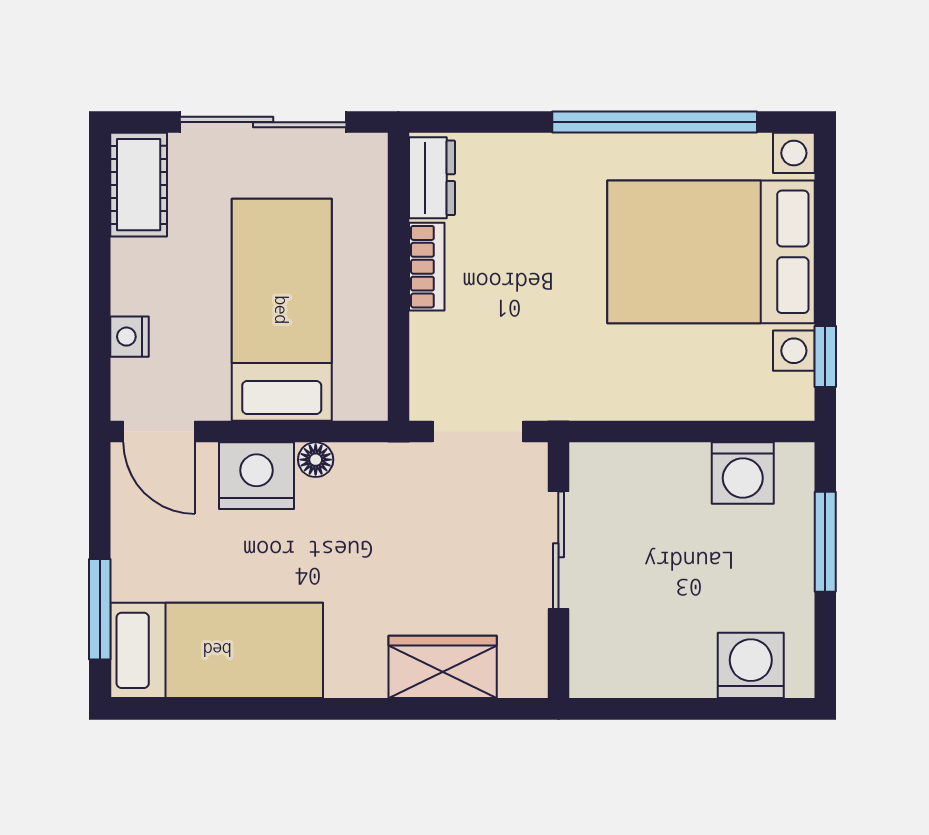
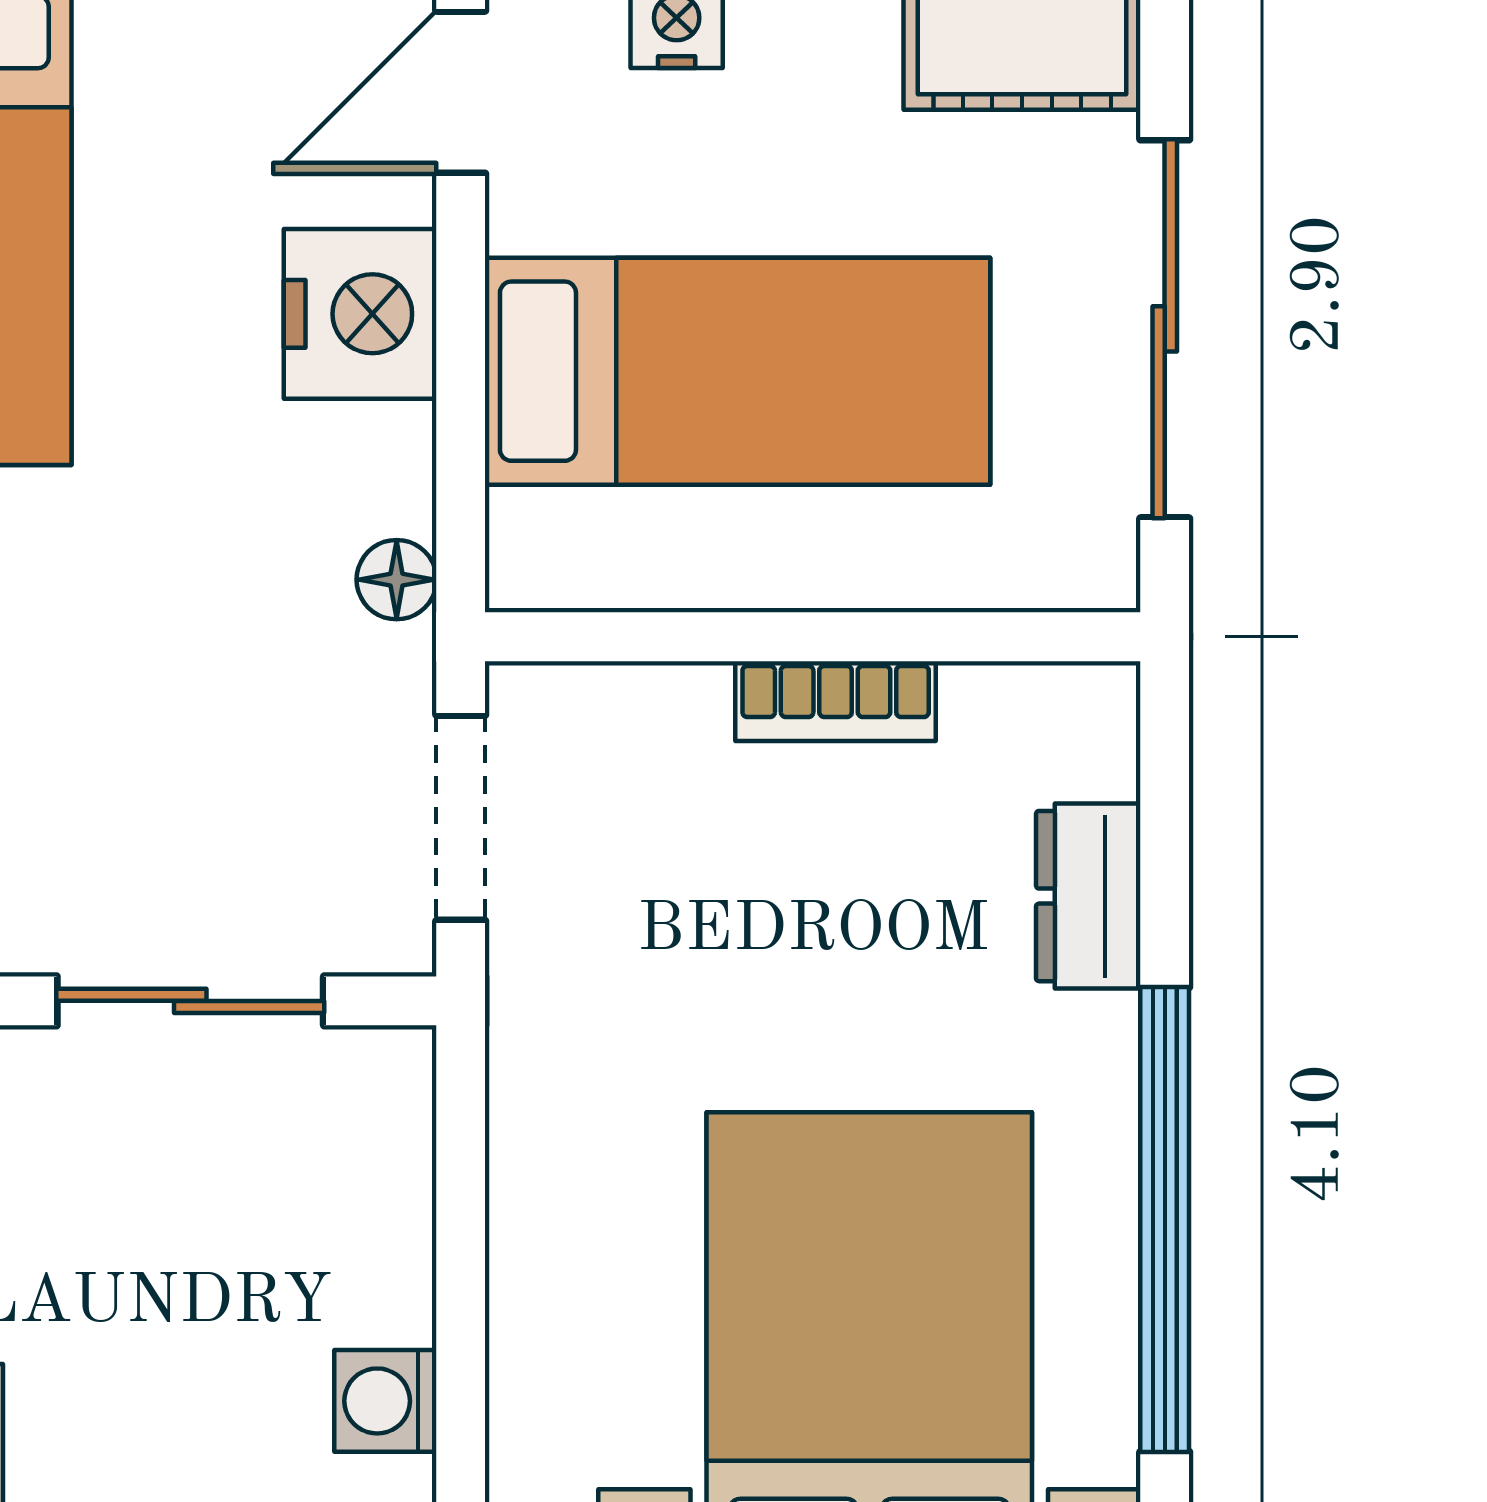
dresser: (432, 178) -> (1088, 896), moved, turned 90
floor lamp: (316, 460) -> (397, 580), moved
washing machine: (743, 473) -> (385, 1401), width x0.73, depth x0.73

